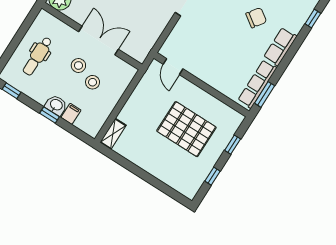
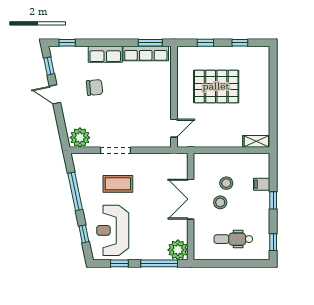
chair: (256, 18) -> (95, 87), turned 140
dental chair: (37, 56) -> (233, 239), turned 180
washbasin: (56, 105) -> (262, 200), removed
pallet: (186, 129) -> (216, 86), turned 90

